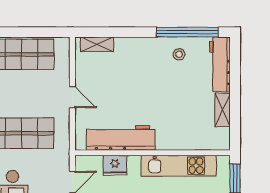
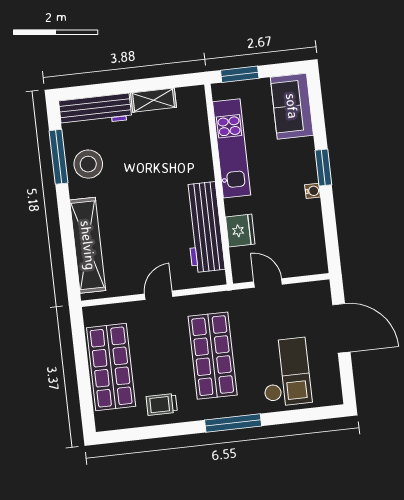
window: (187, 32) -> (58, 157), width x0.68
shelving: (97, 44) -> (88, 245), width x2.20, depth x1.33
stool: (179, 54) -> (88, 164), width x1.89, depth x1.89

